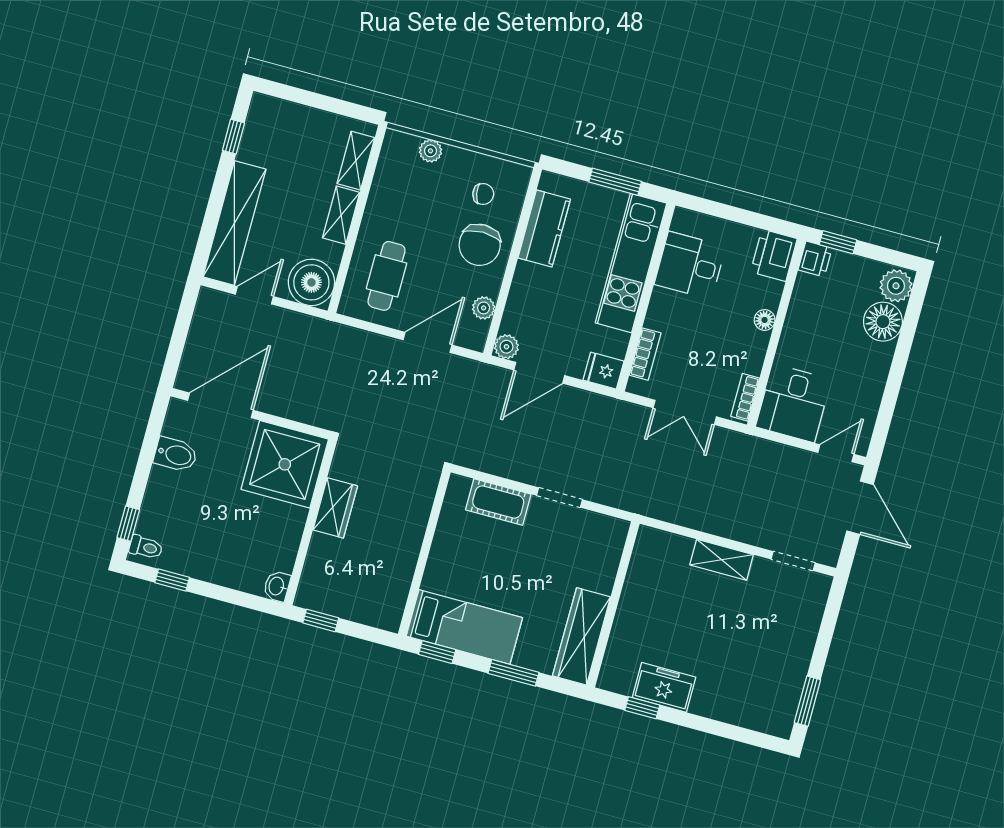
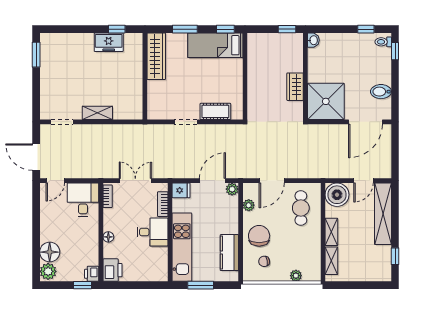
desk: (690, 265) -> (153, 232), moved

